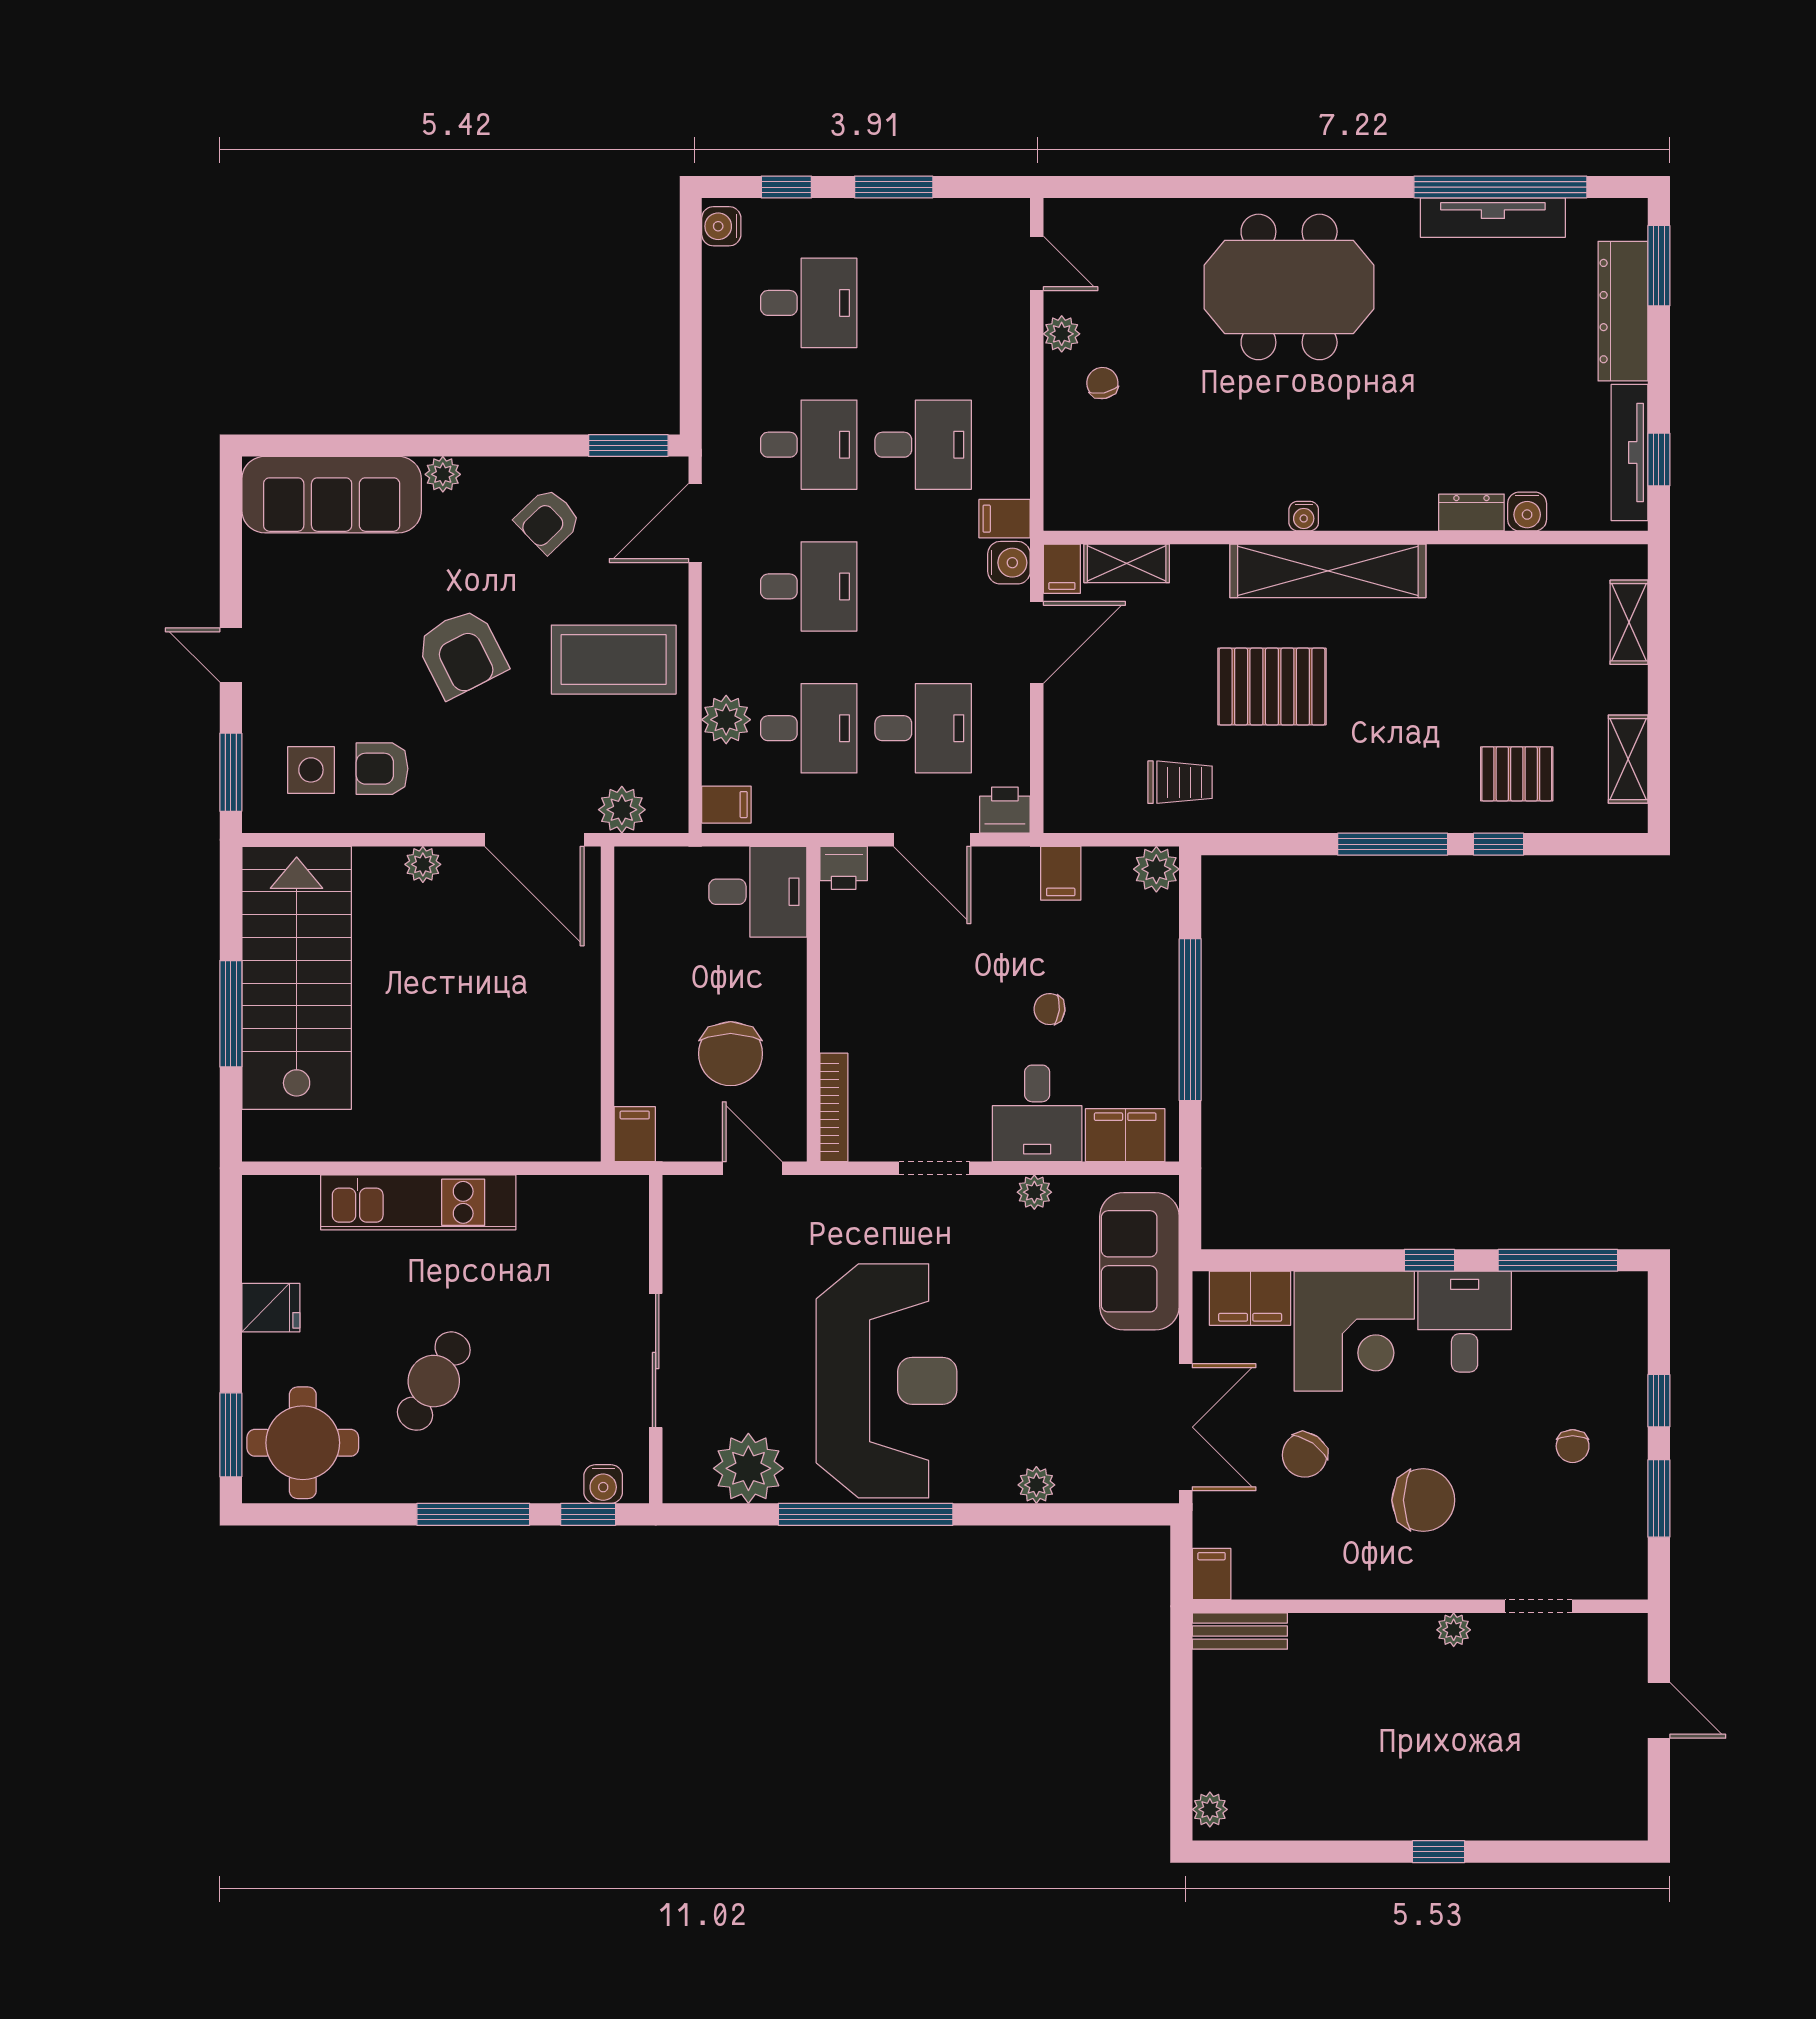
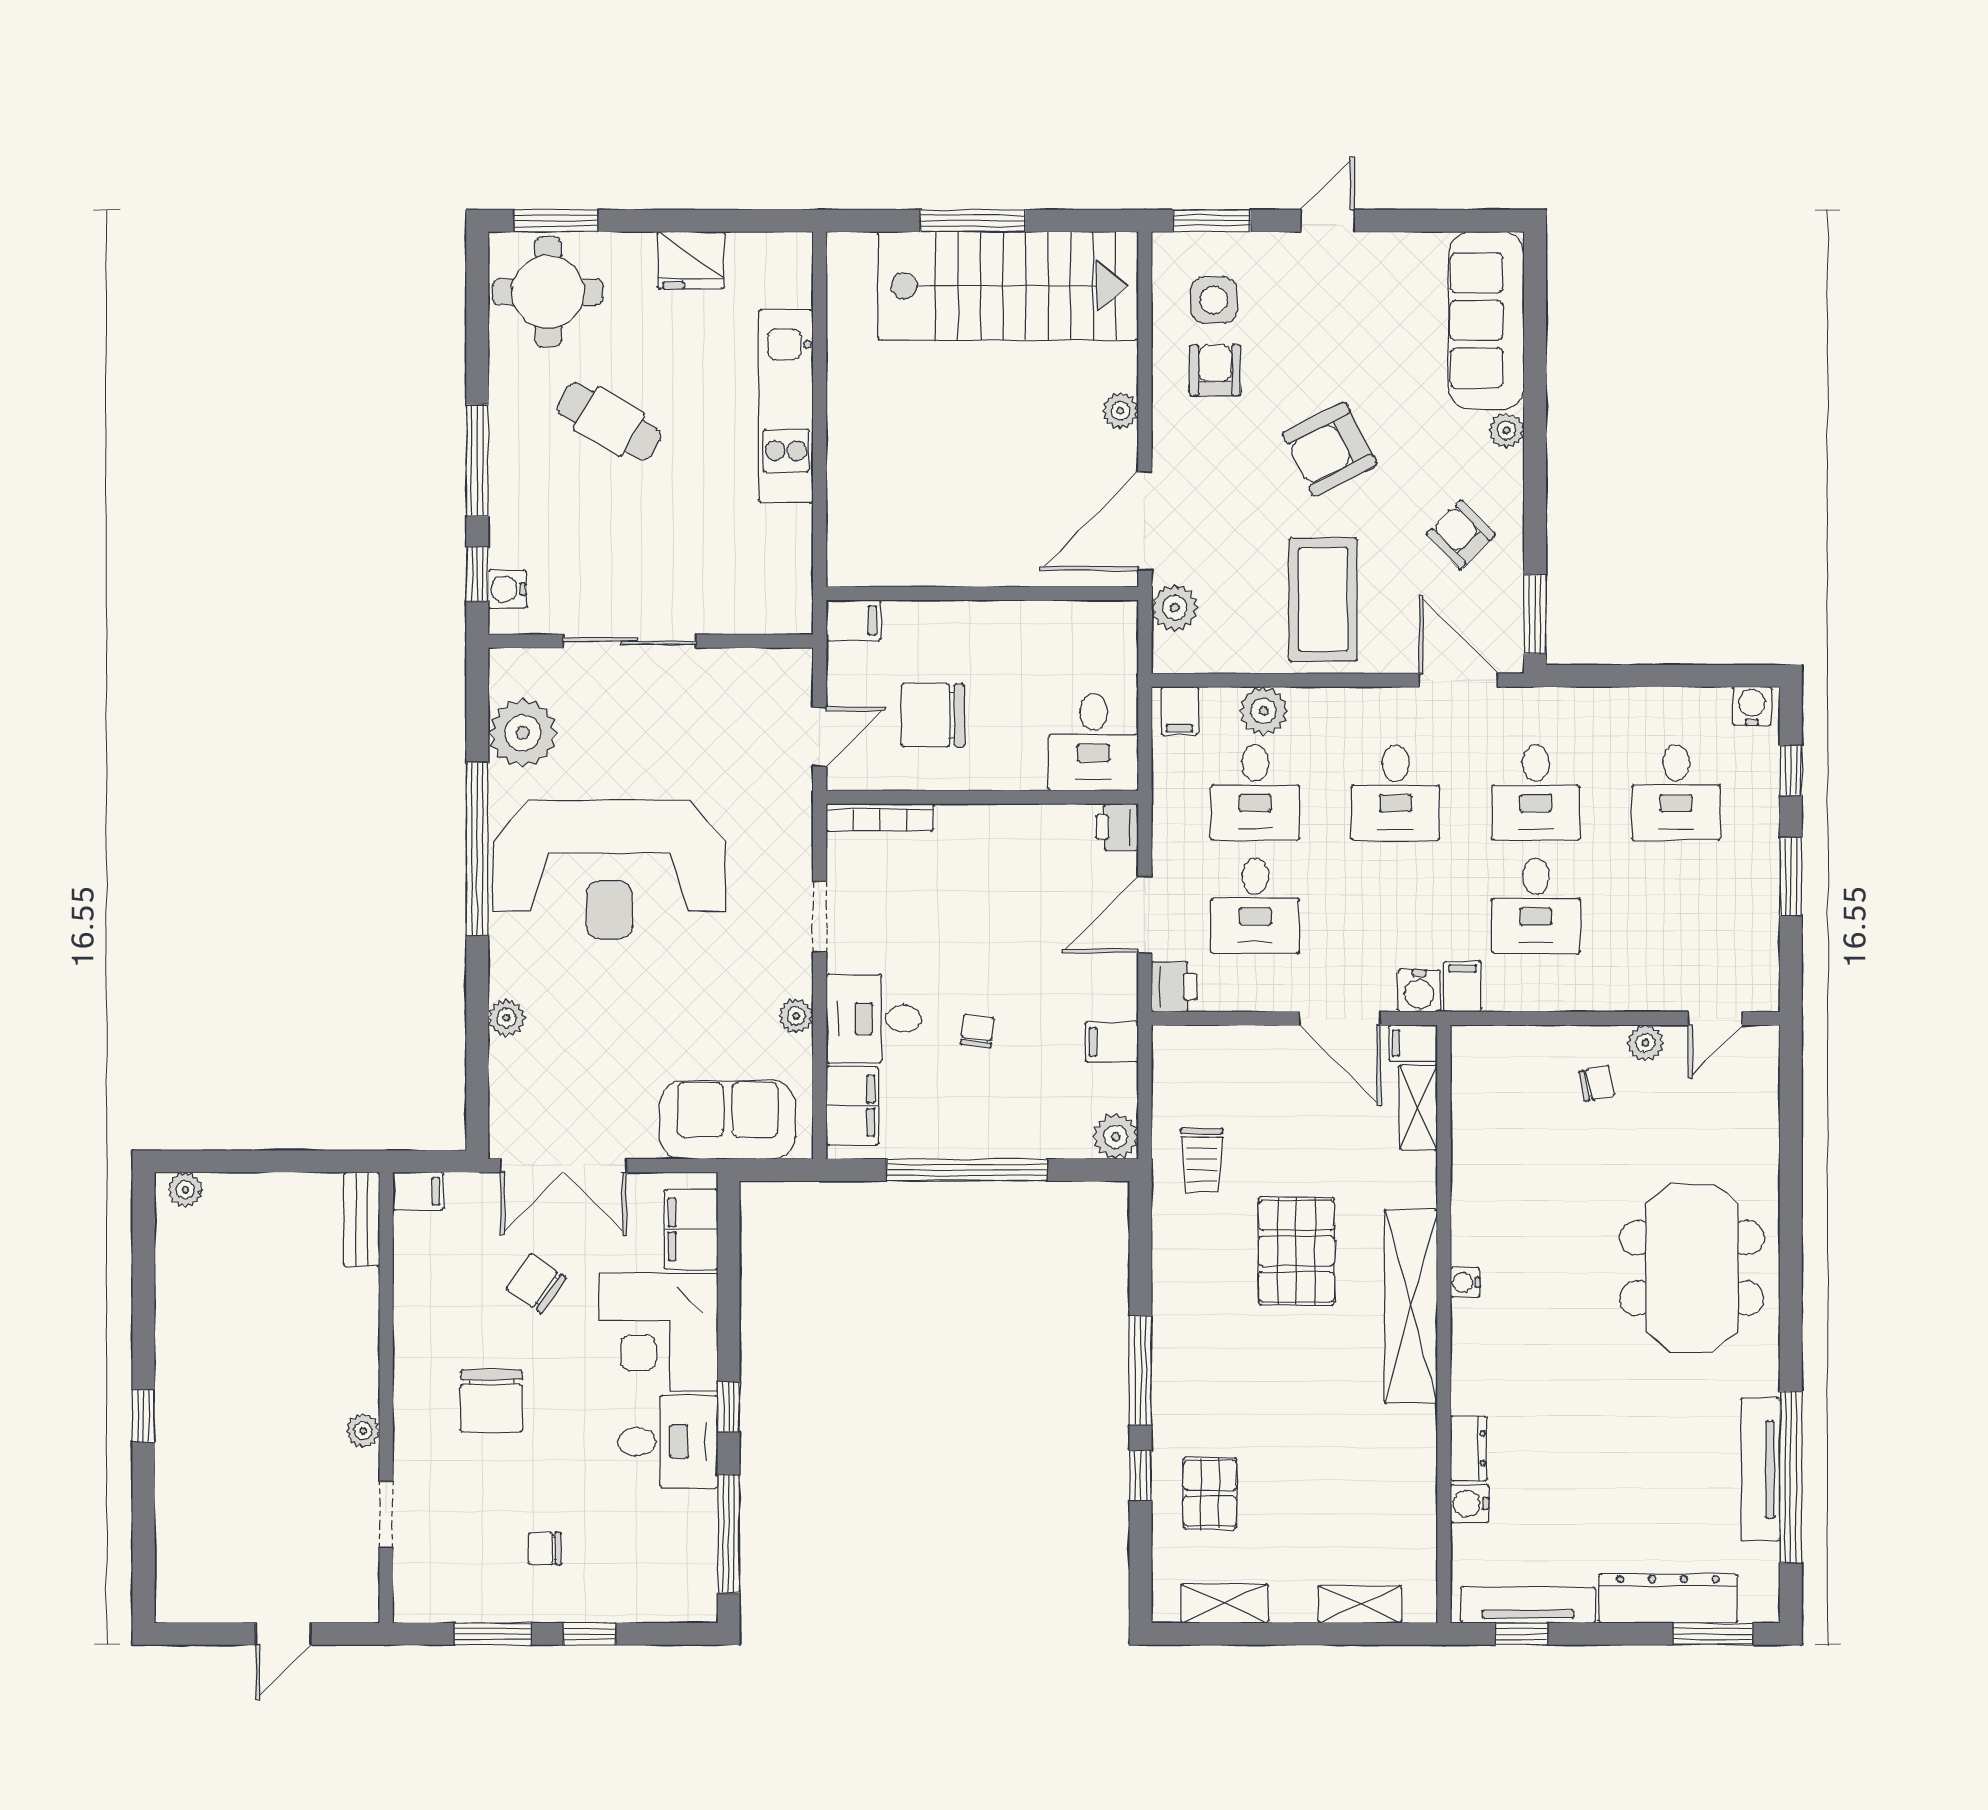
fridge: (271, 1308) -> (691, 260), width x1.38

